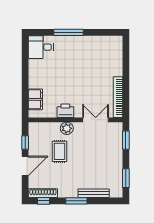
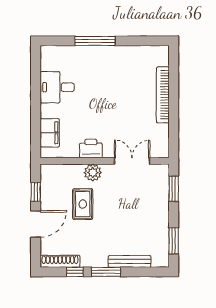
desk: (41, 47) -> (57, 87), moved
bookcase: (118, 97) -> (163, 95), moved
window: (43, 201) -> (75, 272), moved

